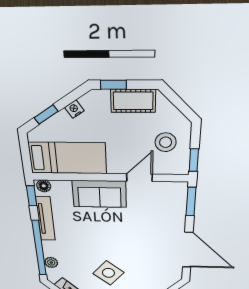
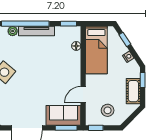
door: (139, 178) -> (83, 95), swing flipped
floor lamp: (44, 186) -> (76, 46), moved
sofa: (99, 194) -> (63, 115), moved, turned 90
tv unit: (45, 219) -> (36, 31), moved

